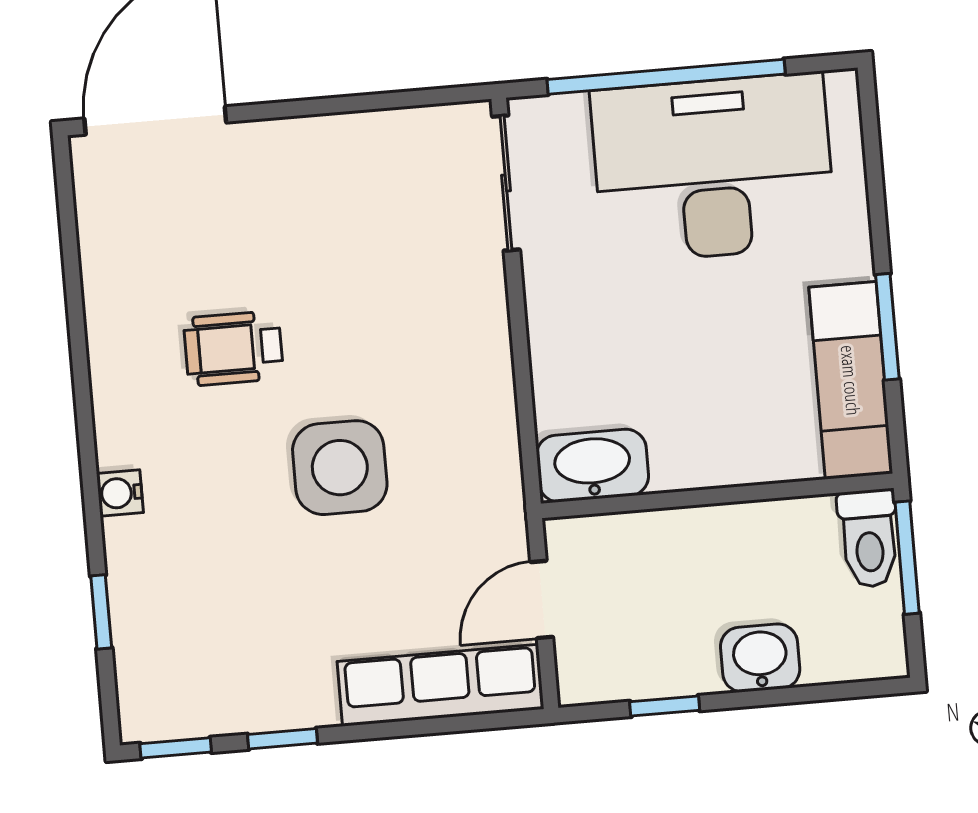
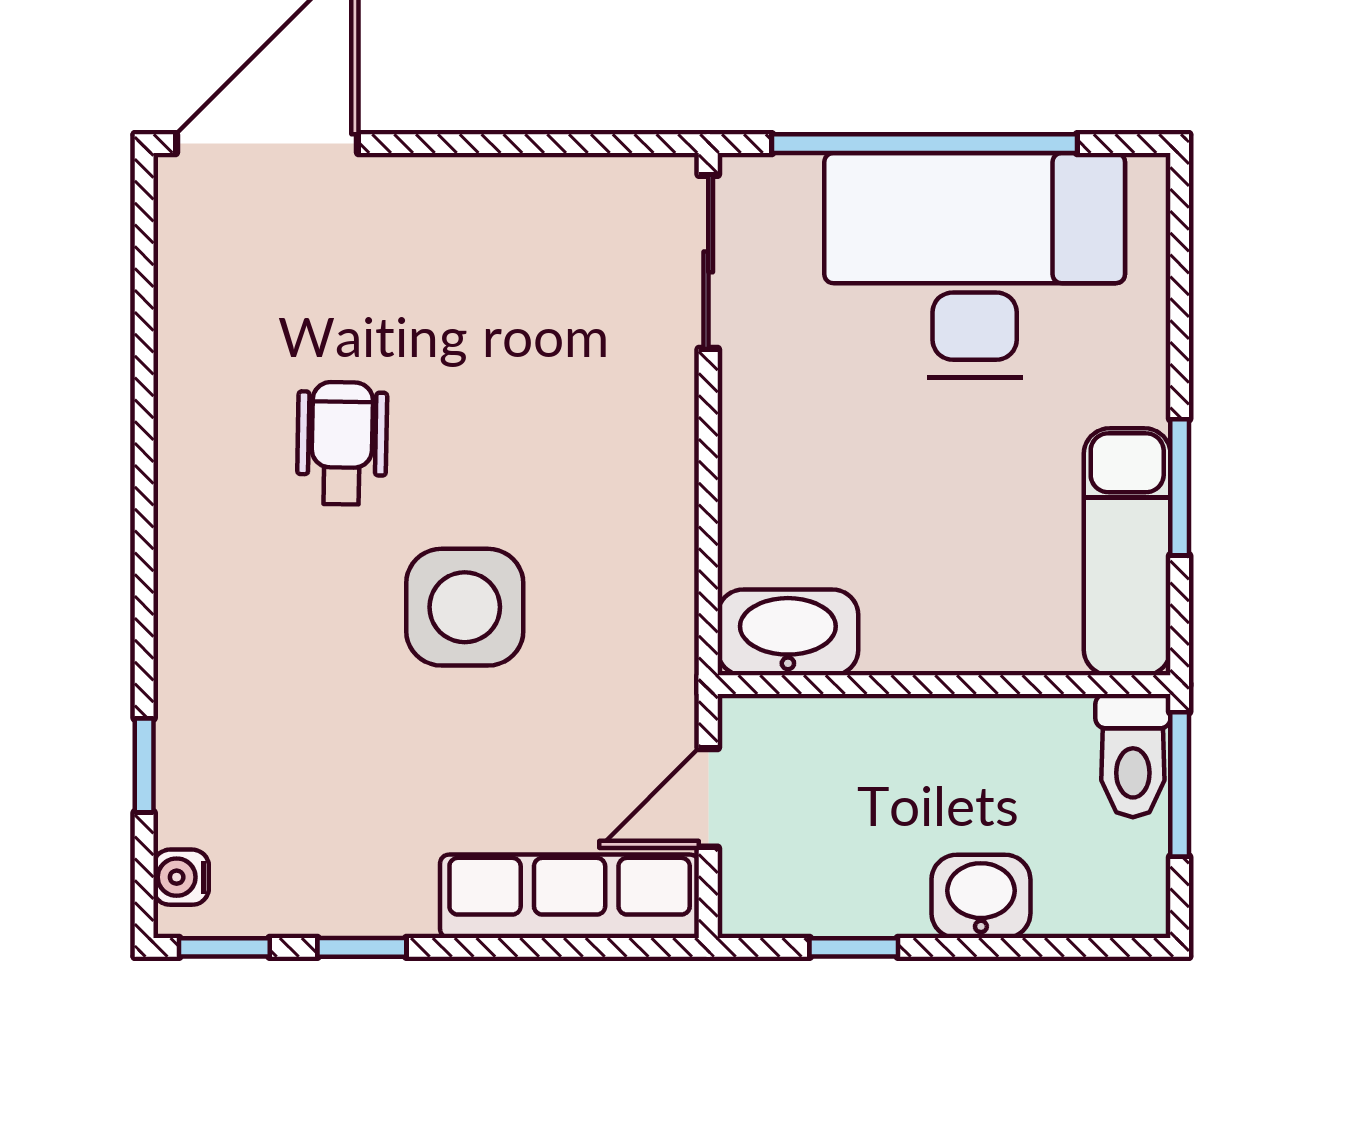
wheelchair: (233, 348) -> (342, 443), turned 91
water cooler: (120, 493) -> (181, 877), moved

